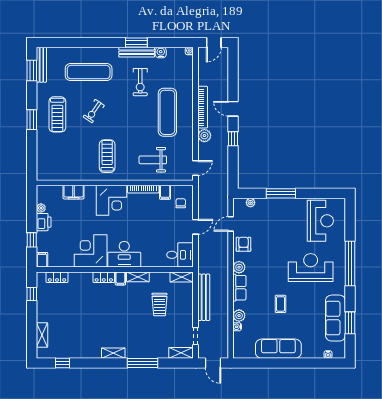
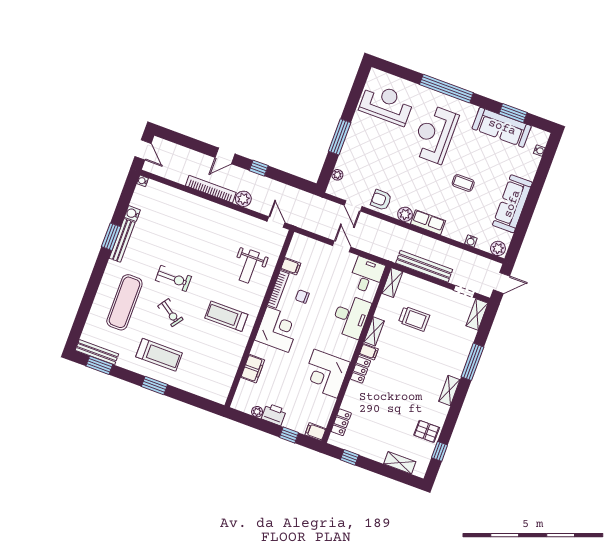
exercise bike: (140, 82) -> (173, 278), moved
exercise mat: (167, 112) -> (202, 231), removed
chair: (181, 203) -> (302, 296), moved
desk: (124, 254) -> (351, 316), moved
plant: (239, 316) -> (498, 248), moved
pallet: (75, 347) -> (427, 431), added

